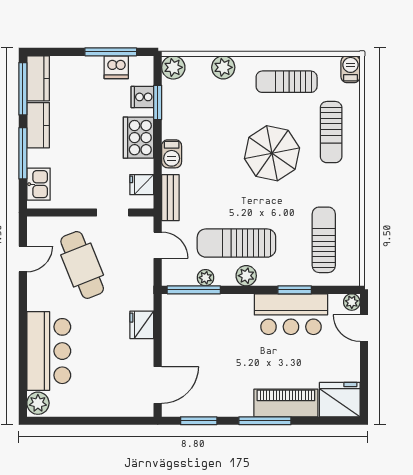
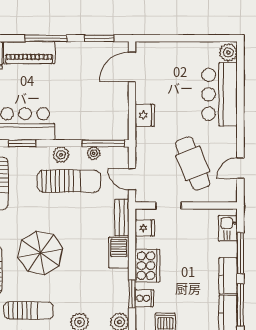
barbecue: (172, 154) -> (119, 253), width x1.38, depth x1.27

